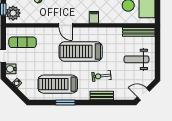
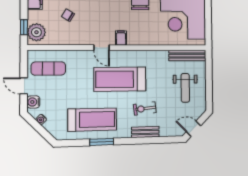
filing cabinet: (94, 17) -> (121, 38), moved
weight bench: (137, 59) -> (185, 88), turned -90
treadmill: (58, 84) -> (92, 120), turned 180

